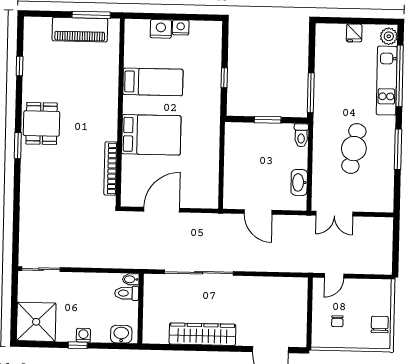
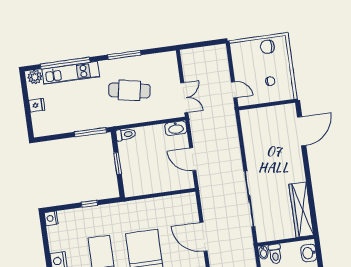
nightstand: (181, 28) -> (51, 218), moved
washbasin: (299, 182) -> (176, 128), moved
door: (258, 212) -> (193, 159), swing flipped
wardrobe: (202, 334) -> (301, 210), moved

